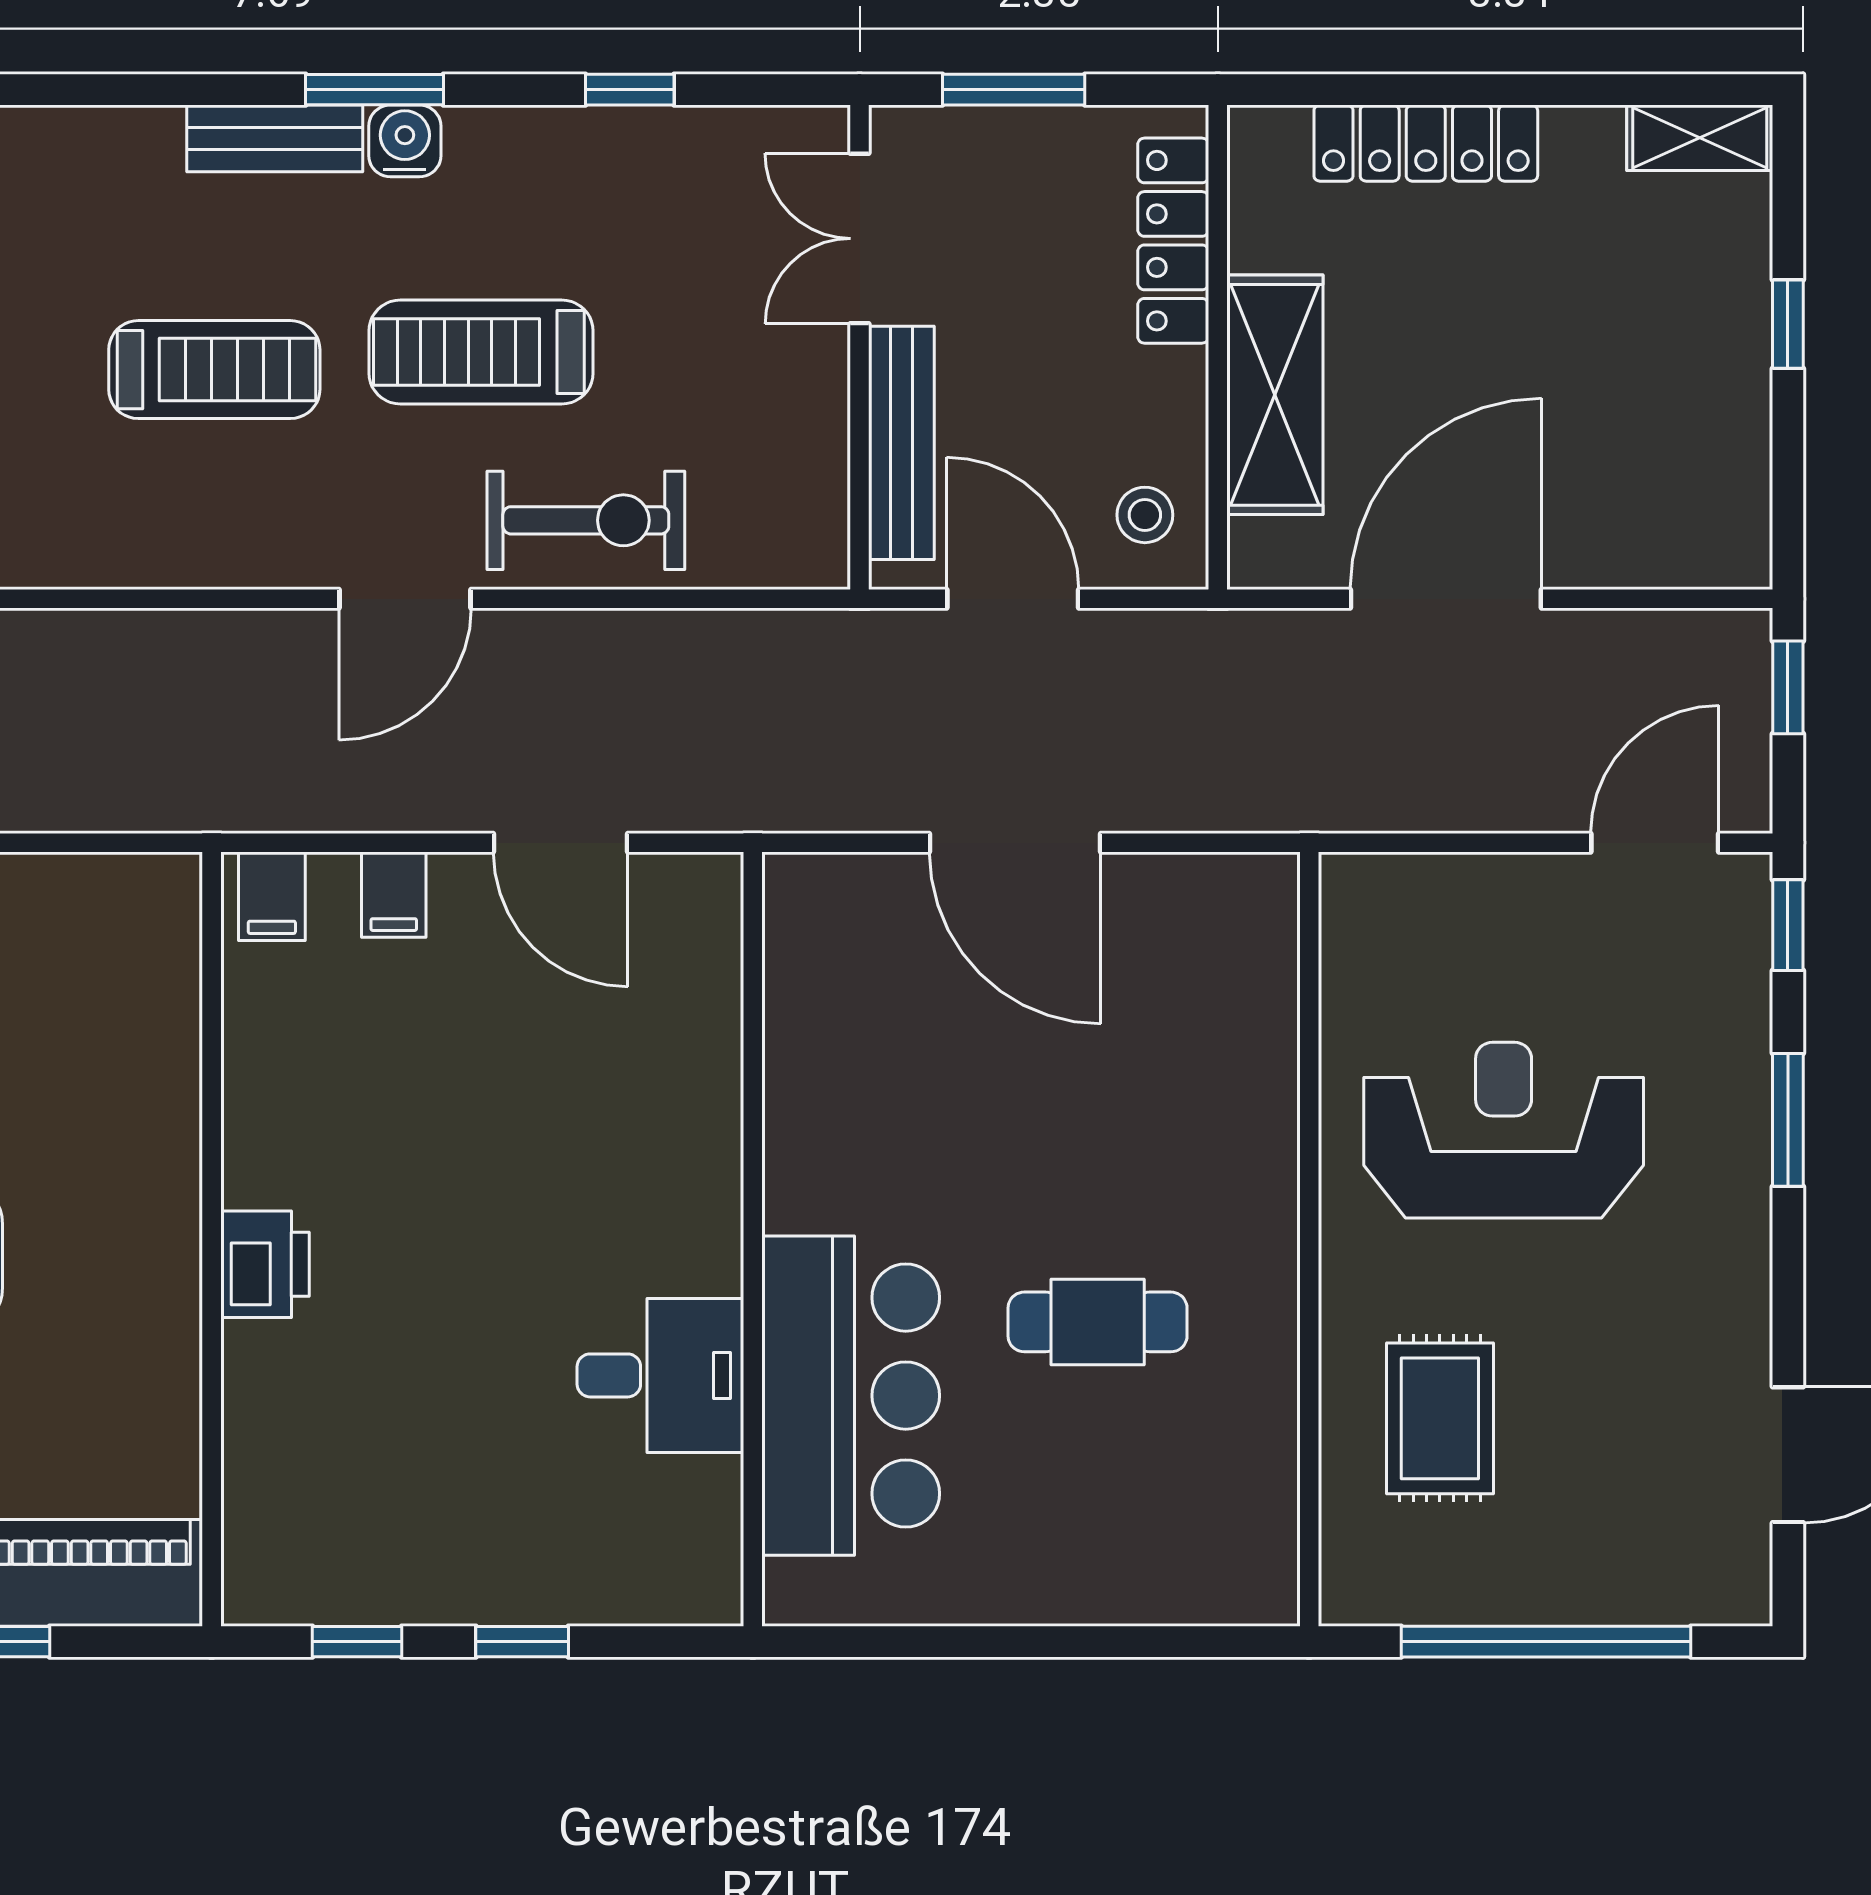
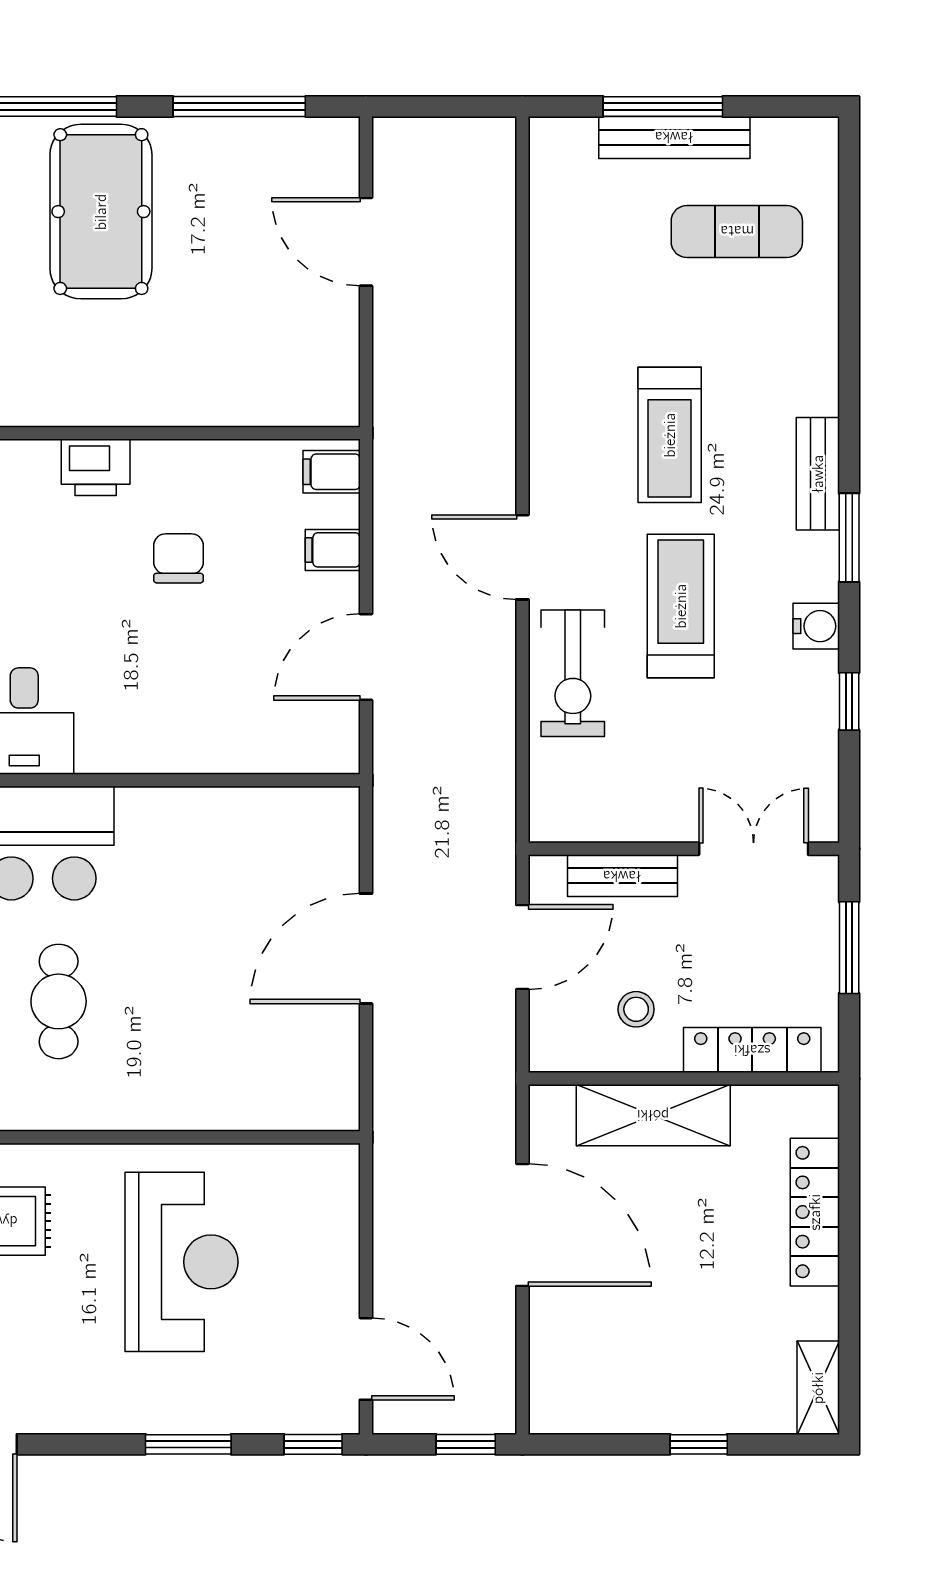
water cooler: (405, 141) -> (816, 626), moved
bench: (901, 443) -> (622, 876), width x0.73
stool: (1145, 515) -> (636, 1009), moved
chair: (407, 1135) -> (178, 558), added

